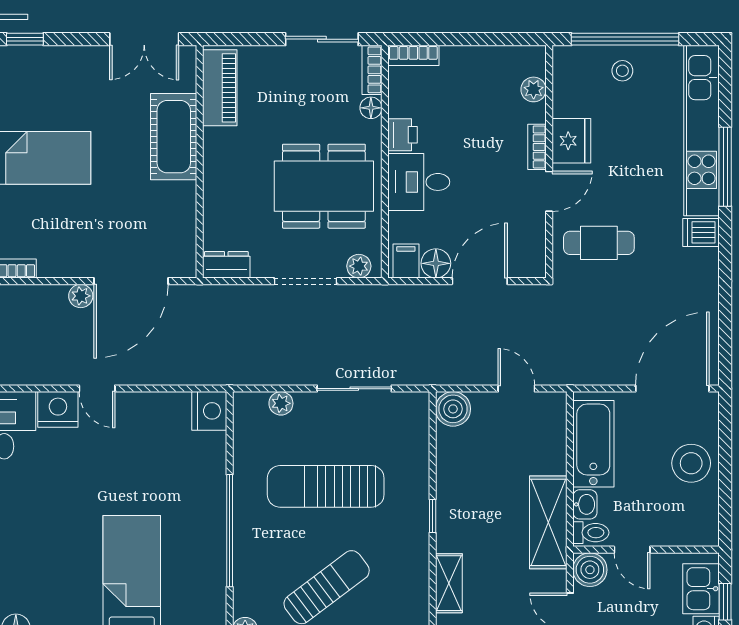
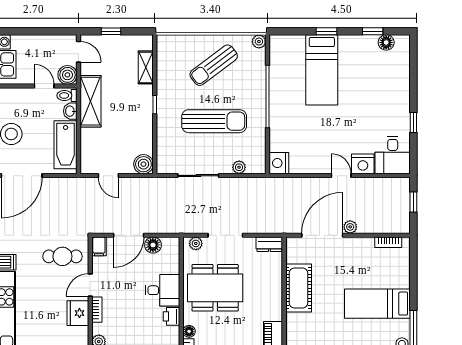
cot: (174, 137) -> (299, 288), moved
filing cabinet: (406, 261) -> (99, 246), moved

